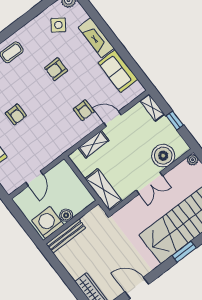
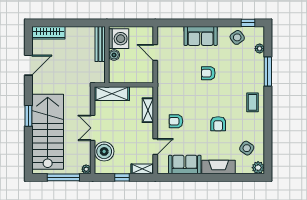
armchair: (56, 69) -> (218, 124), turned 180
door: (112, 119) -> (155, 147), moved

